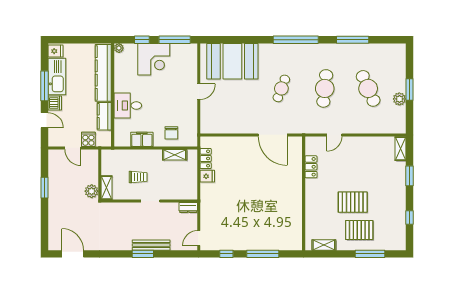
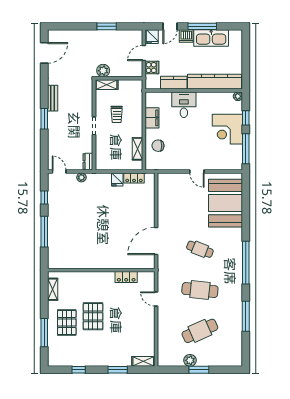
fridge: (55, 51) -> (152, 37), moved
plant: (205, 214) -> (81, 177), added
bench: (151, 245) -> (53, 98), moved, width x0.73

